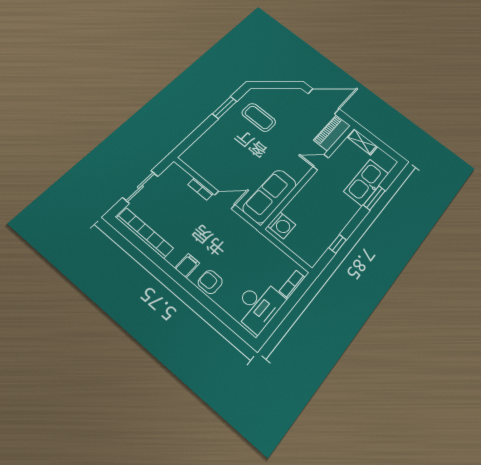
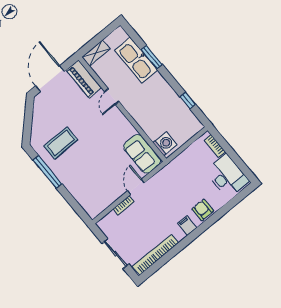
window: (225, 108) -> (47, 172), width x1.44
sofa: (270, 196) -> (142, 154), width x0.73
armchair: (210, 282) -> (203, 210), turned 90

